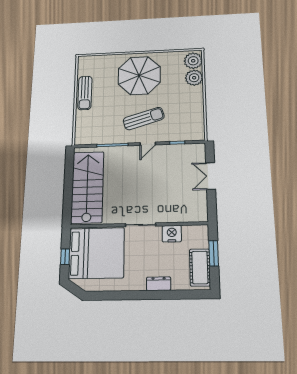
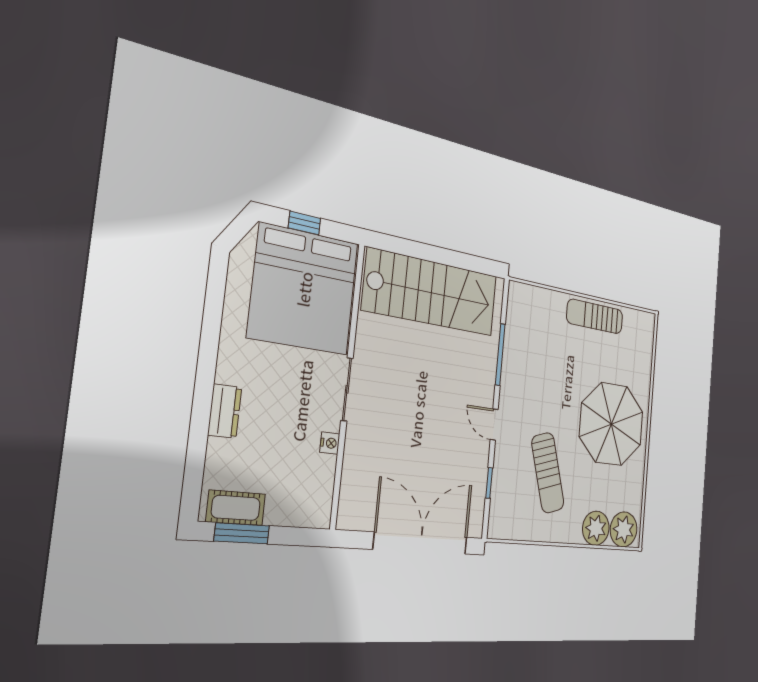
sun lounger: (144, 119) -> (548, 473), moved
double door: (211, 176) -> (421, 543), width x1.87
nightstand: (172, 234) -> (330, 443), width x0.53, depth x0.56
window: (214, 253) -> (242, 533), moved
cot: (200, 267) -> (236, 508), width x0.73, depth x0.75

